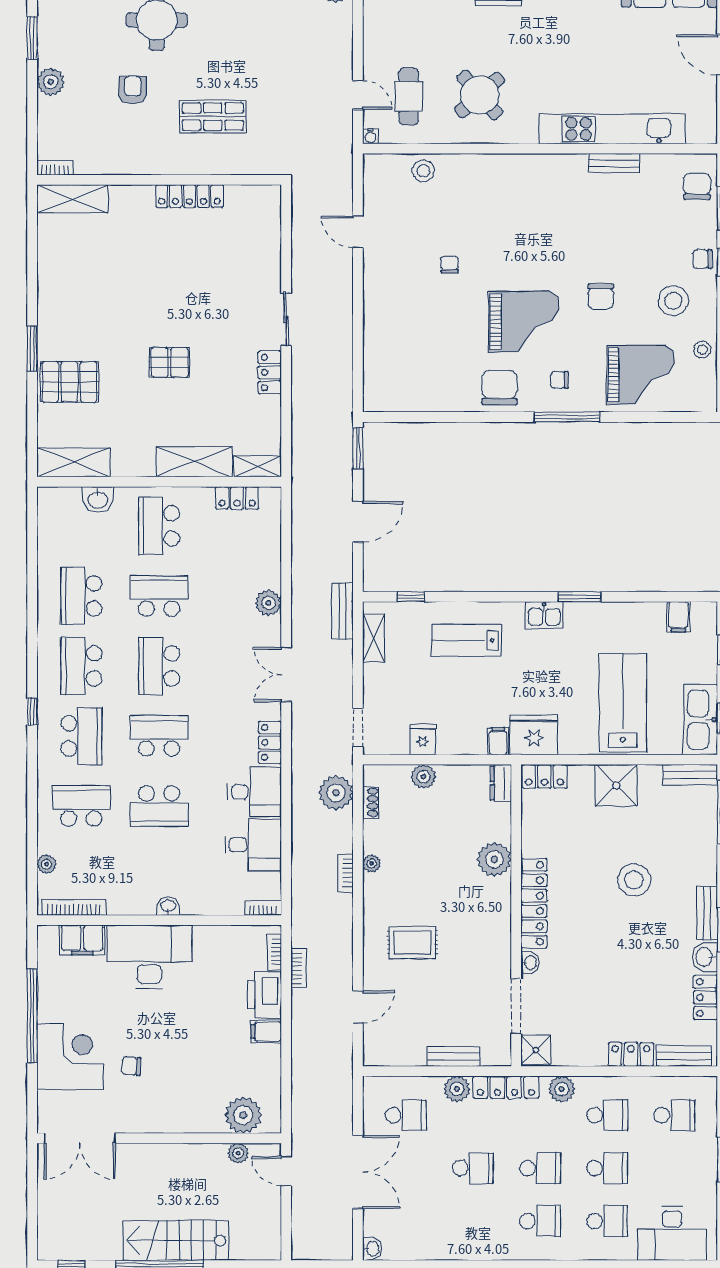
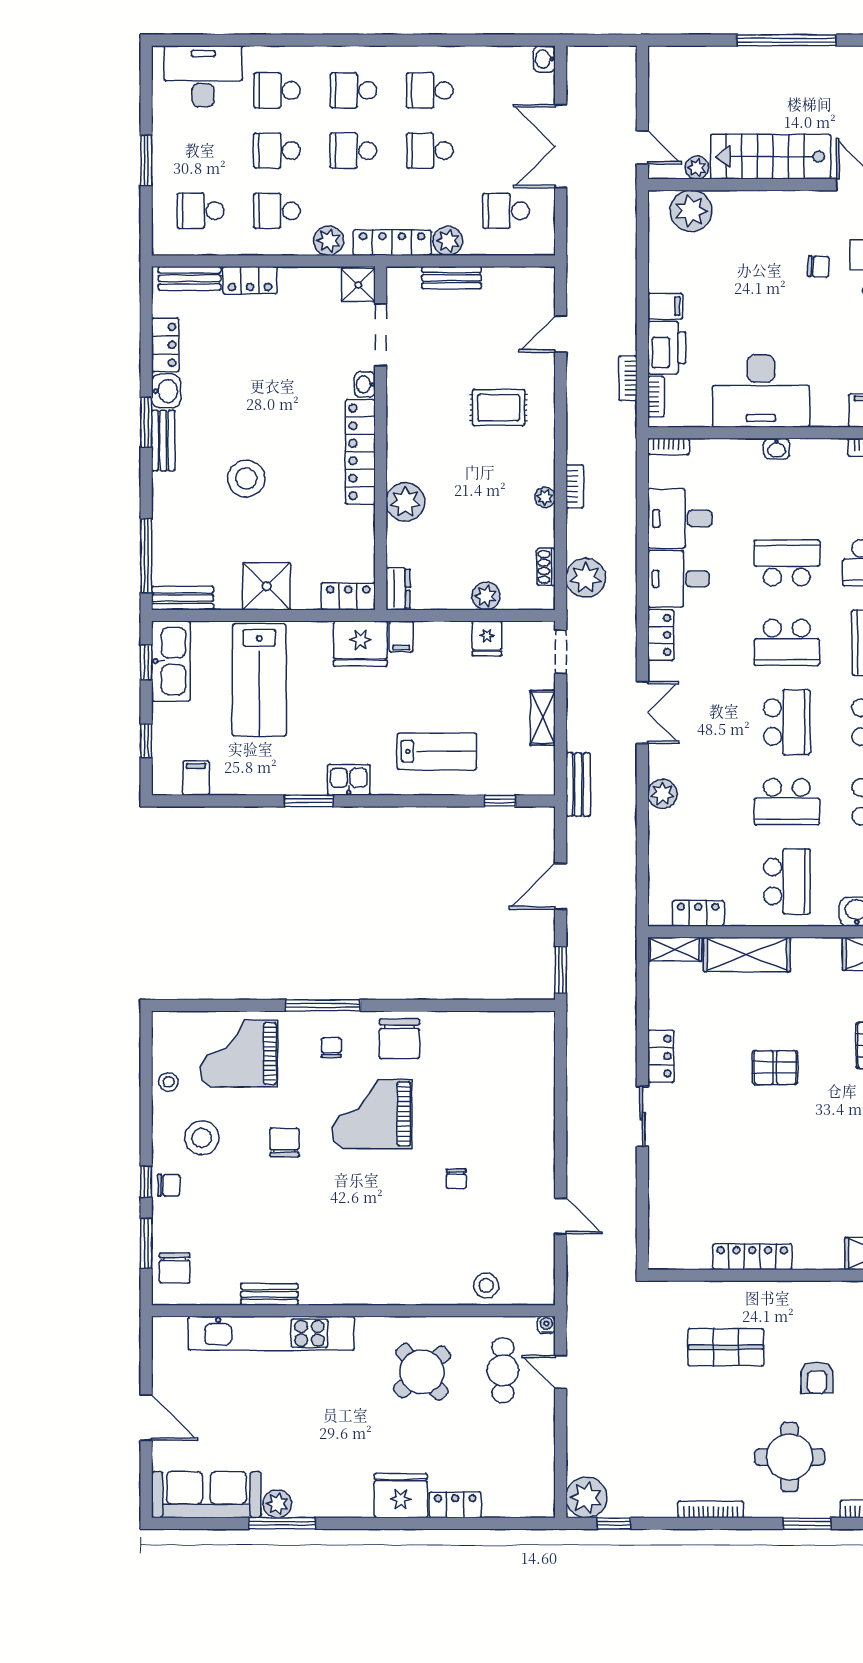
chair: (559, 380) -> (331, 1048), turned -90
shelving: (374, 638) -> (543, 718), moved
desk: (149, 957) -> (761, 391), moved
school desk: (473, 1221) -> (430, 90), added
stairs: (176, 1241) -> (771, 157), moved, turned 180

